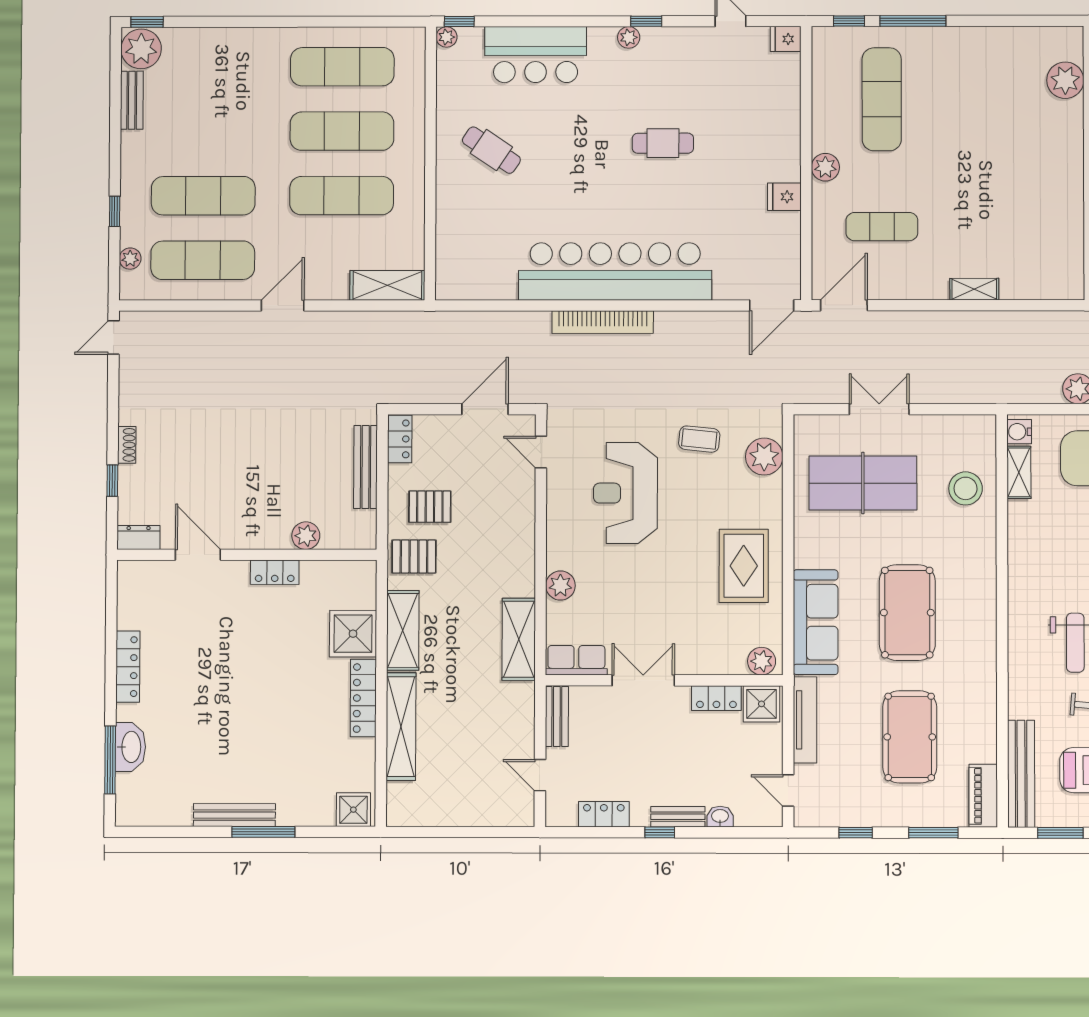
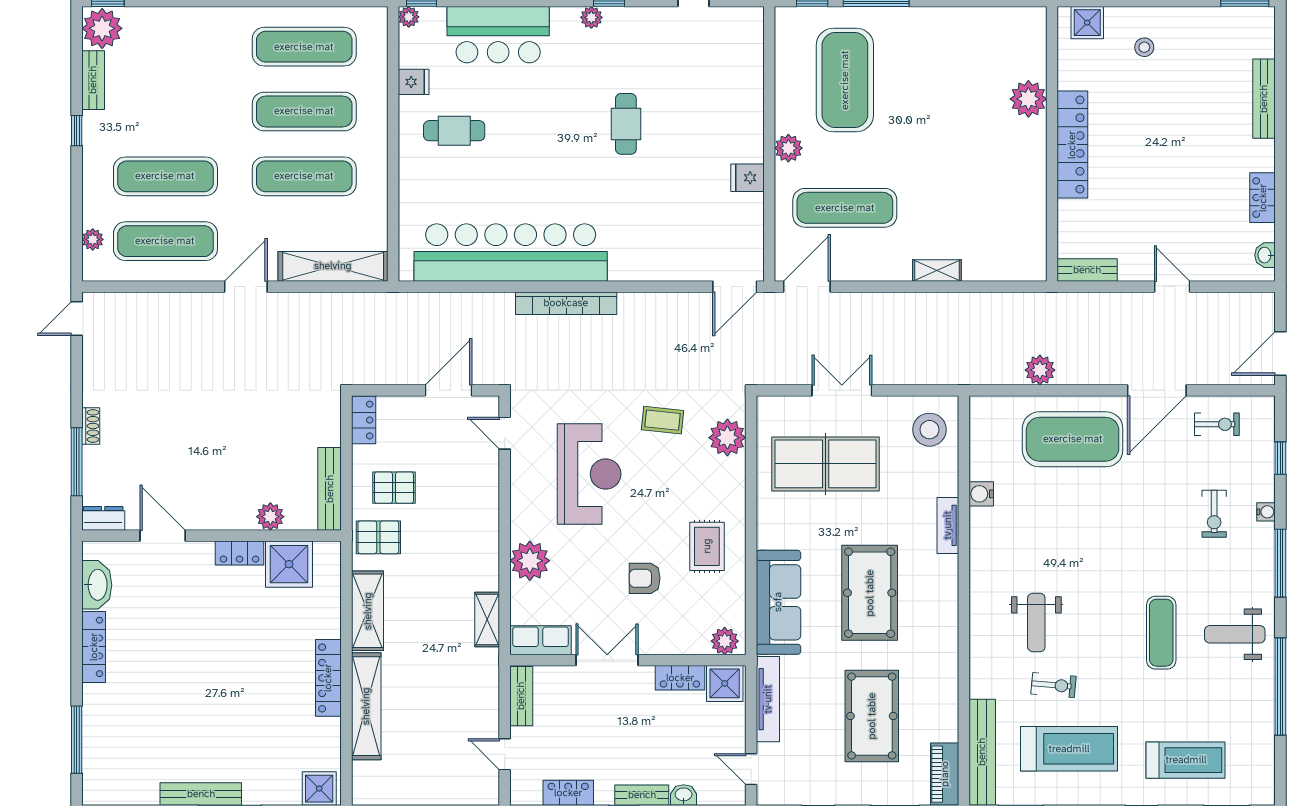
fridge: (786, 39) -> (414, 82), moved, turned 180
plant: (1065, 80) -> (1028, 99), moved
exercise mat: (882, 99) -> (845, 80), width x1.47
cafe table: (663, 143) -> (626, 124), turned 90
cafe table: (491, 150) -> (454, 131), turned -34
window: (115, 211) -> (77, 131), moved
exercise mat: (882, 227) -> (845, 208), width x1.36, depth x1.45
bar counter: (615, 271) -> (511, 253), moved
shelving: (387, 285) -> (333, 266), width x1.47
water cooler: (1019, 432) -> (981, 494), moved
bench: (366, 467) -> (330, 489), moved
shelving: (1019, 472) -> (981, 453), removed
window: (112, 481) -> (77, 462), width x2.17
stool: (966, 488) -> (929, 430), moved
reception desk: (625, 493) -> (589, 474), turned 180
tv unit: (986, 545) -> (948, 525), added
rug: (744, 566) -> (707, 546), width x0.73, depth x0.70
plant: (560, 586) -> (530, 561), width x1.36, depth x1.36
armchair: (681, 598) -> (645, 578), added
shower: (353, 634) -> (289, 564), moved
shelving: (519, 639) -> (487, 620), width x0.67, depth x0.75
washbasin: (130, 747) -> (97, 585), moved

